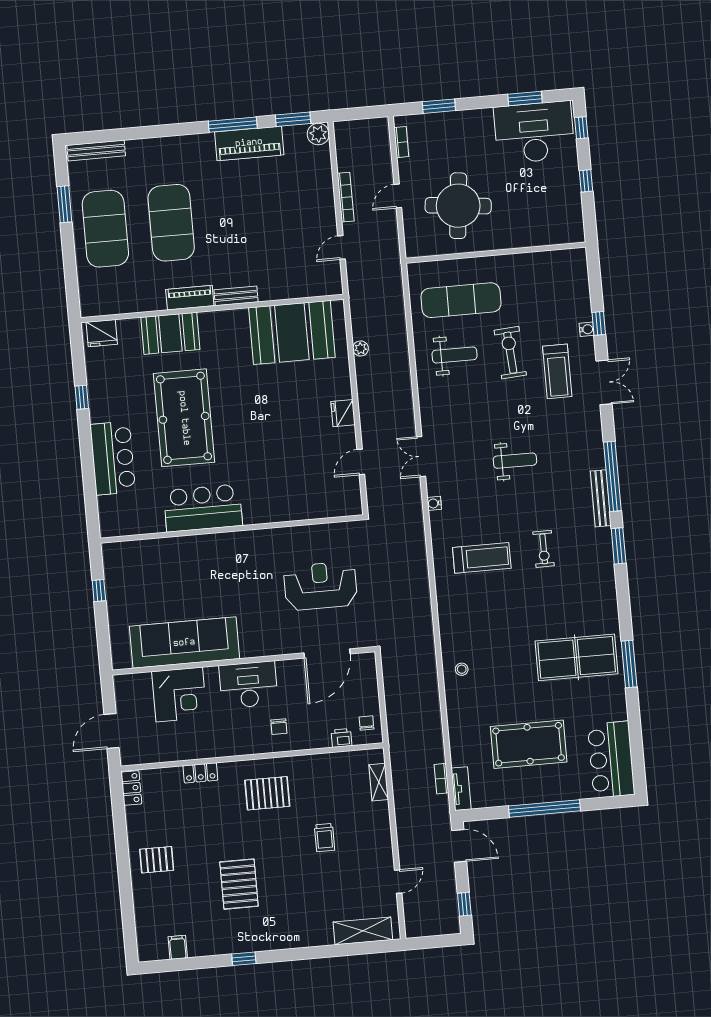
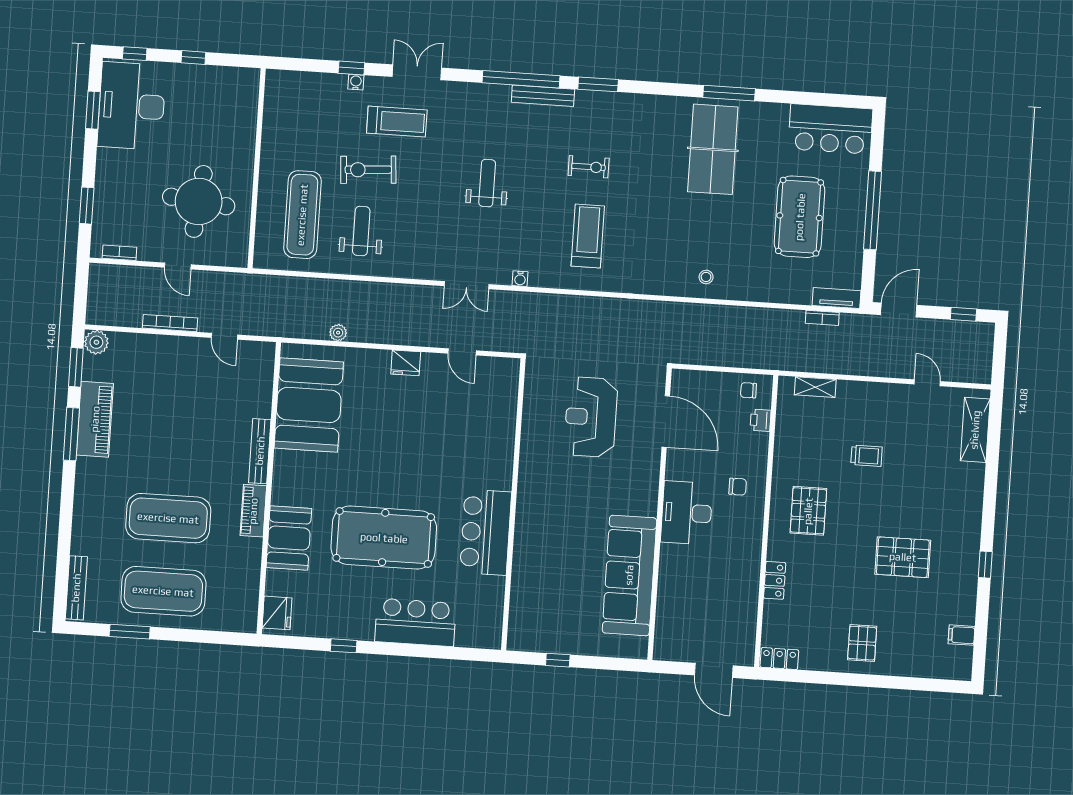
bench: (236, 296) -> (260, 451), width x1.36
corner desk: (179, 694) -> (685, 590), removed

